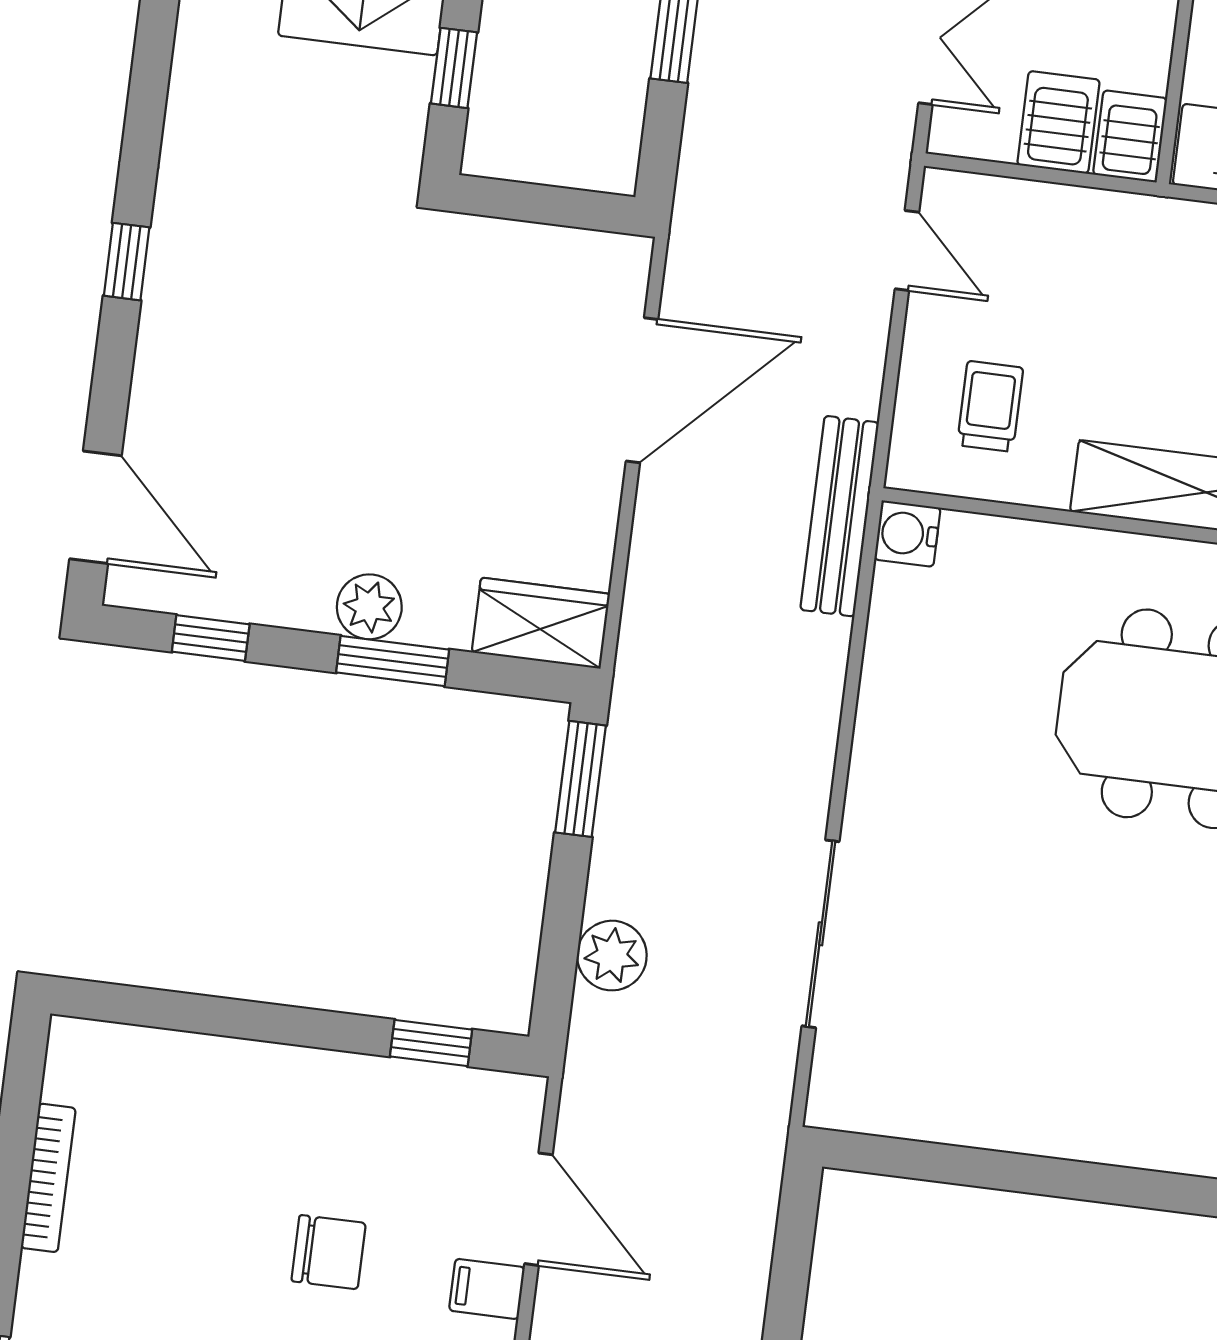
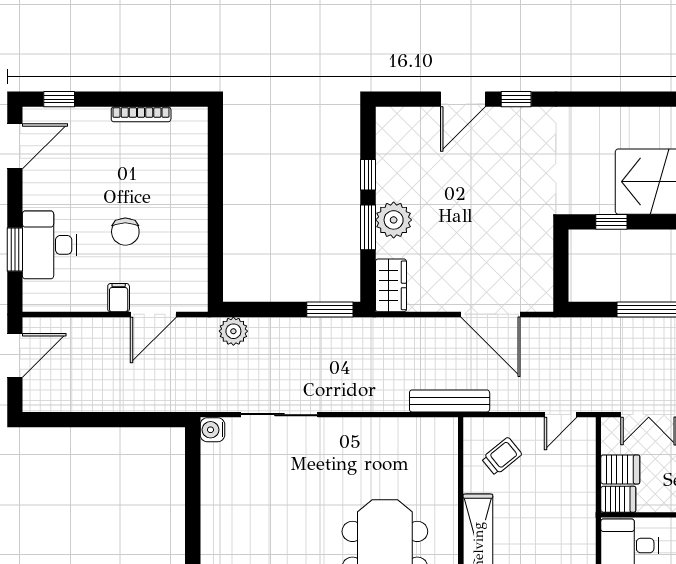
trolley: (990, 406) -> (502, 456), turned -39
door: (96, 507) -> (463, 99), moved
water cooler: (907, 534) -> (212, 430), moved, turned -90
plant: (369, 607) -> (394, 220), width x1.36, depth x1.36
window: (211, 638) -> (368, 175), moved
plant: (612, 956) -> (233, 331), moved
window: (431, 1043) -> (215, 262), removed

